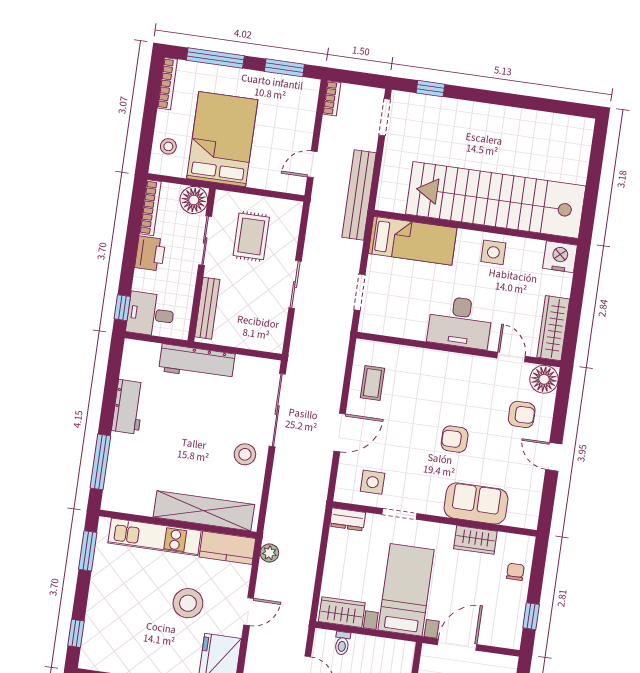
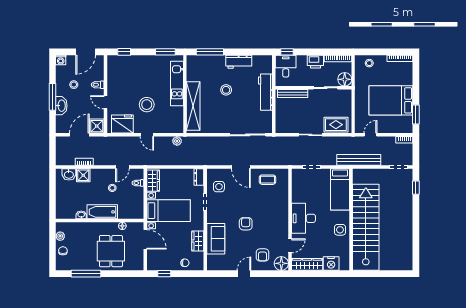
window: (215, 58) -> (416, 80), removed
bed: (222, 139) -> (391, 100), moved, turned 180
door: (312, 164) -> (370, 135), hinge flipped
rug: (251, 236) -> (336, 125), moved
nightstand: (560, 257) -> (331, 264), moved, turned 90
stool: (245, 454) -> (226, 90), moved
kitchen counter: (227, 548) -> (177, 120), removed

